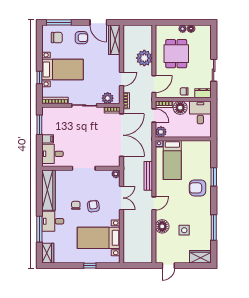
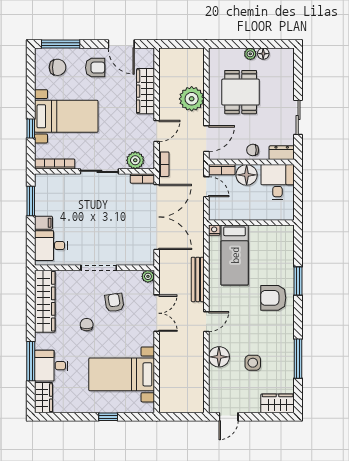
wardrobe: (114, 40) -> (145, 91), moved
plant: (161, 132) -> (217, 212), removed
armchair: (93, 206) -> (114, 303), moved
desk: (53, 221) -> (51, 366), moved

